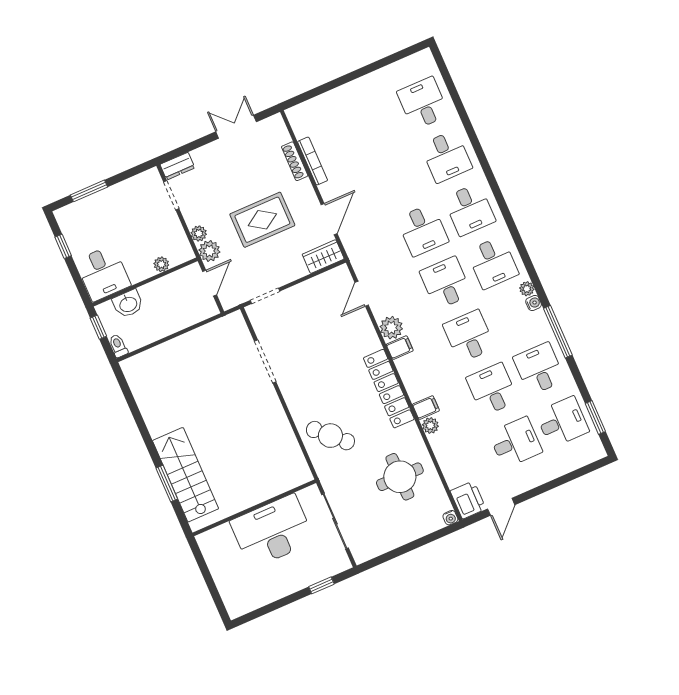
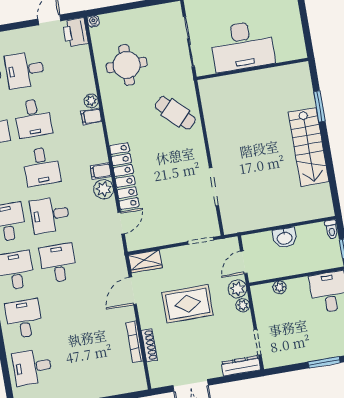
desk: (423, 103) -> (32, 367), turned 90
dresser: (177, 166) -> (241, 366), width x1.44
desk: (446, 283) -> (50, 215), turned 90
washbasin: (128, 304) -> (285, 238), moved, turned 180
locker: (389, 389) -> (124, 176), moved
stairs: (186, 475) -> (309, 147), moved

